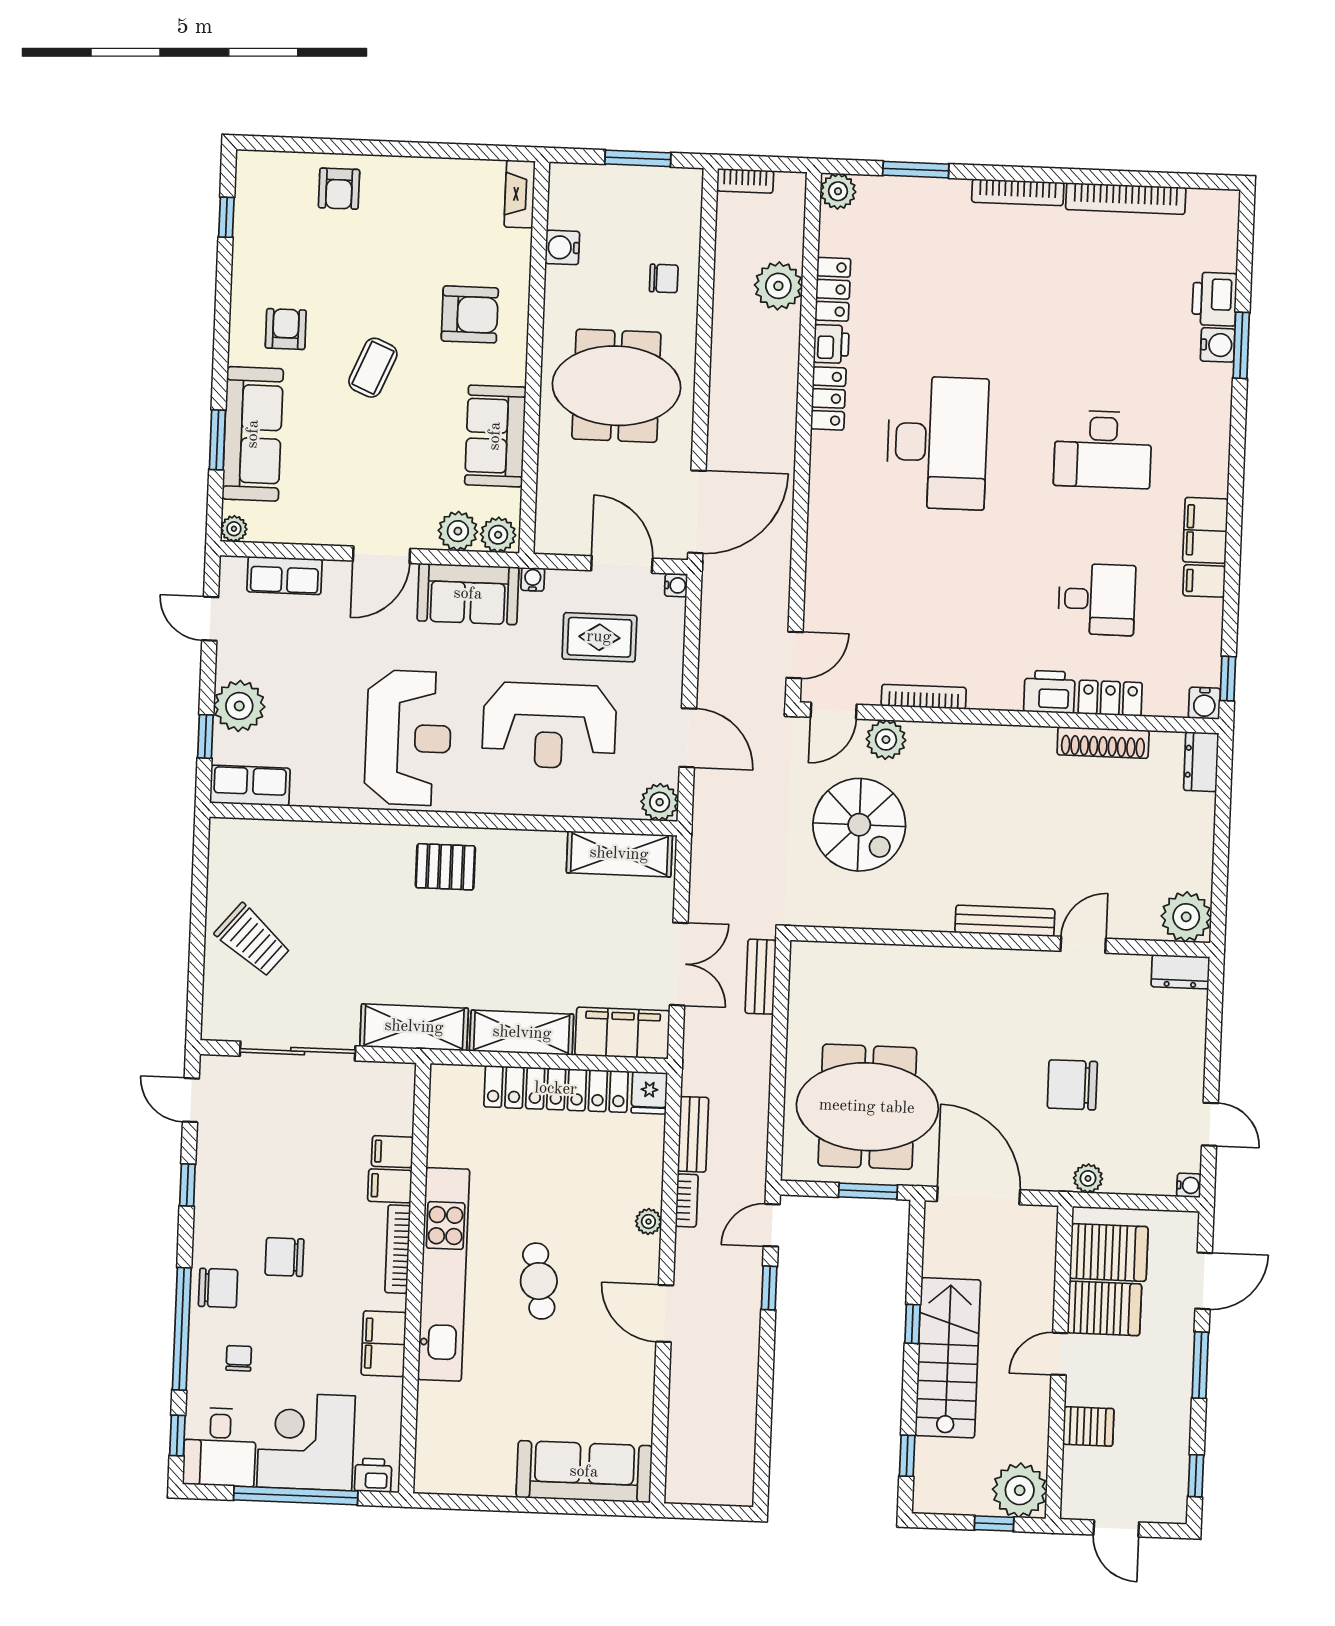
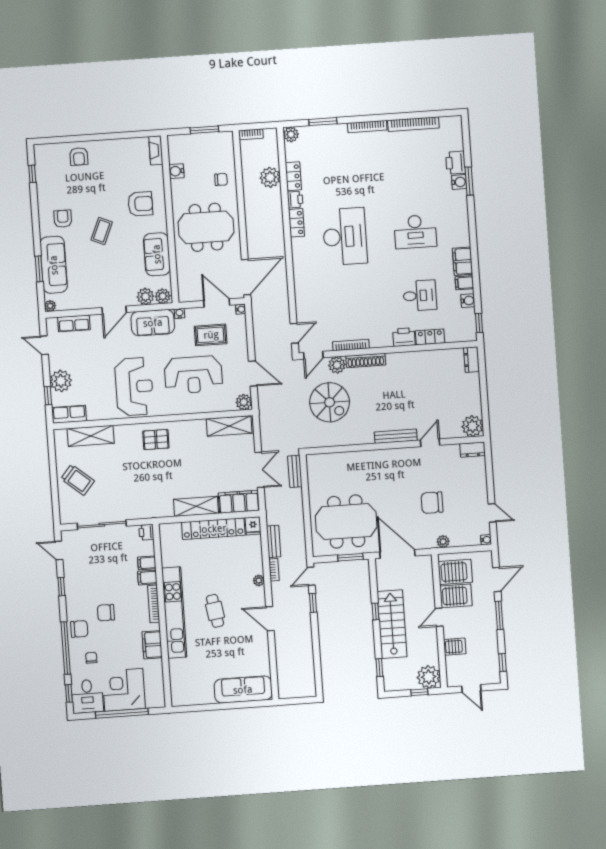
water cooler: (1204, 703) -> (468, 301), moved, turned -90
shoe rack: (1103, 743) -> (366, 360), moved
shelving: (414, 1027) -> (91, 436), moved
printer: (373, 1475) -> (146, 532), moved, turned -90

